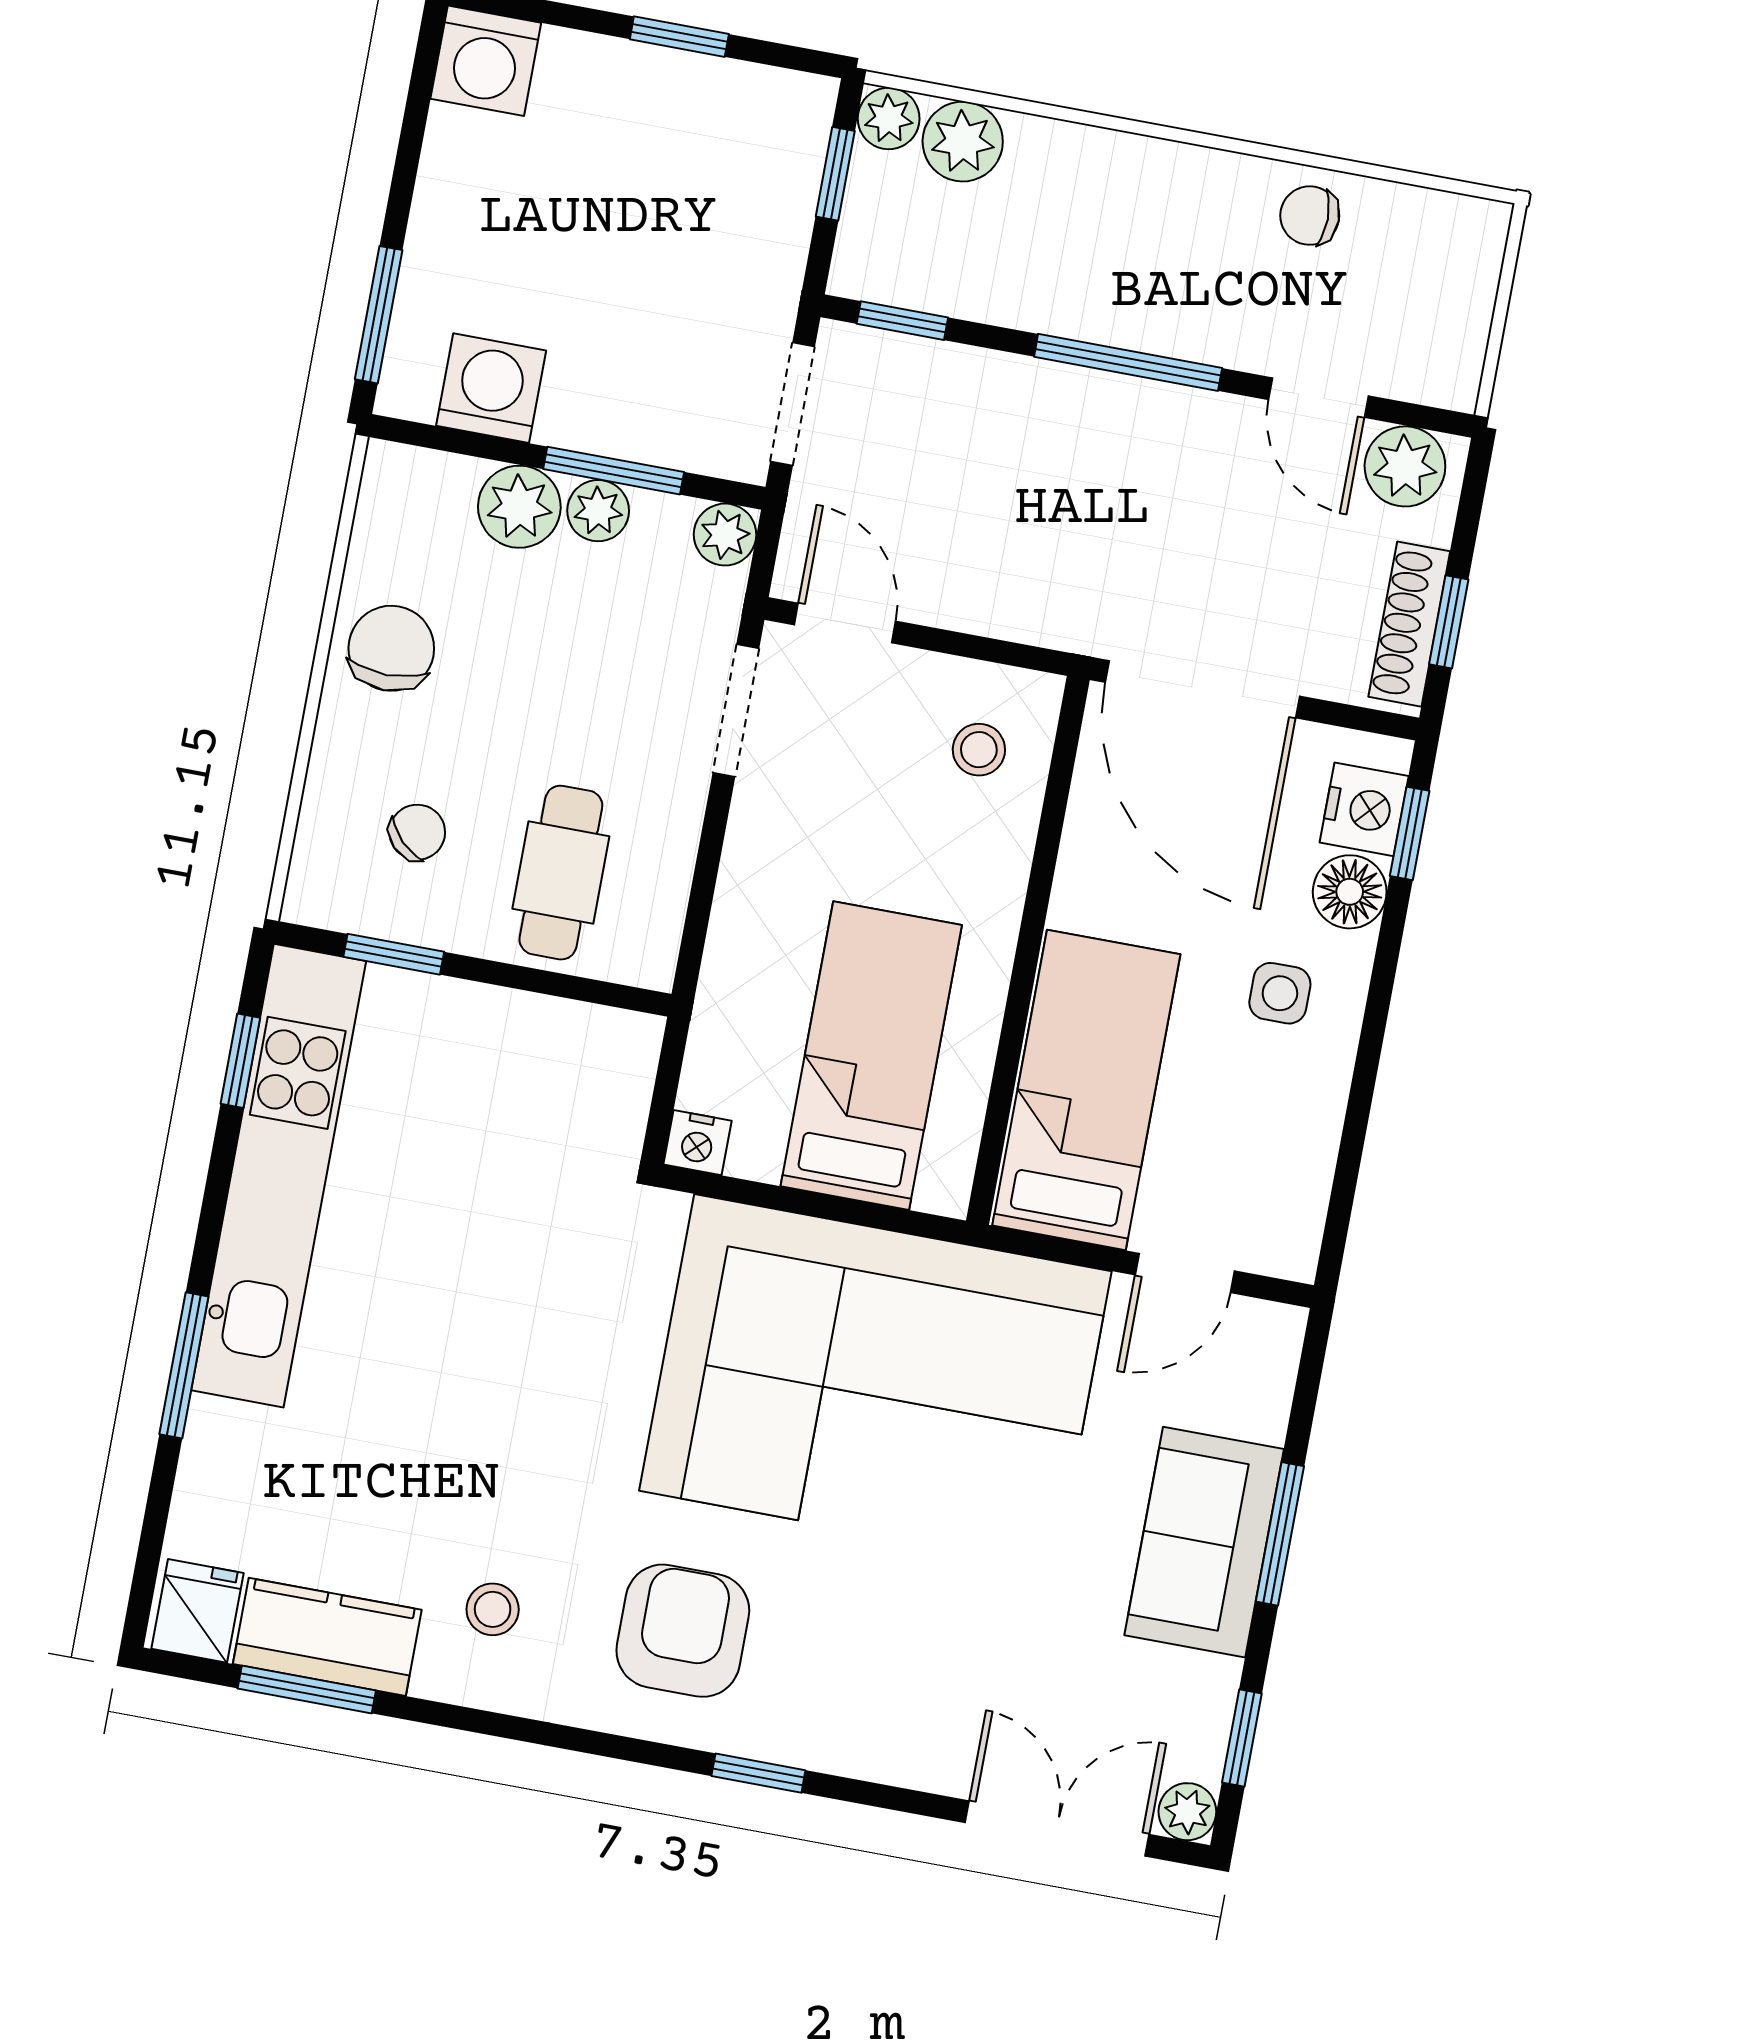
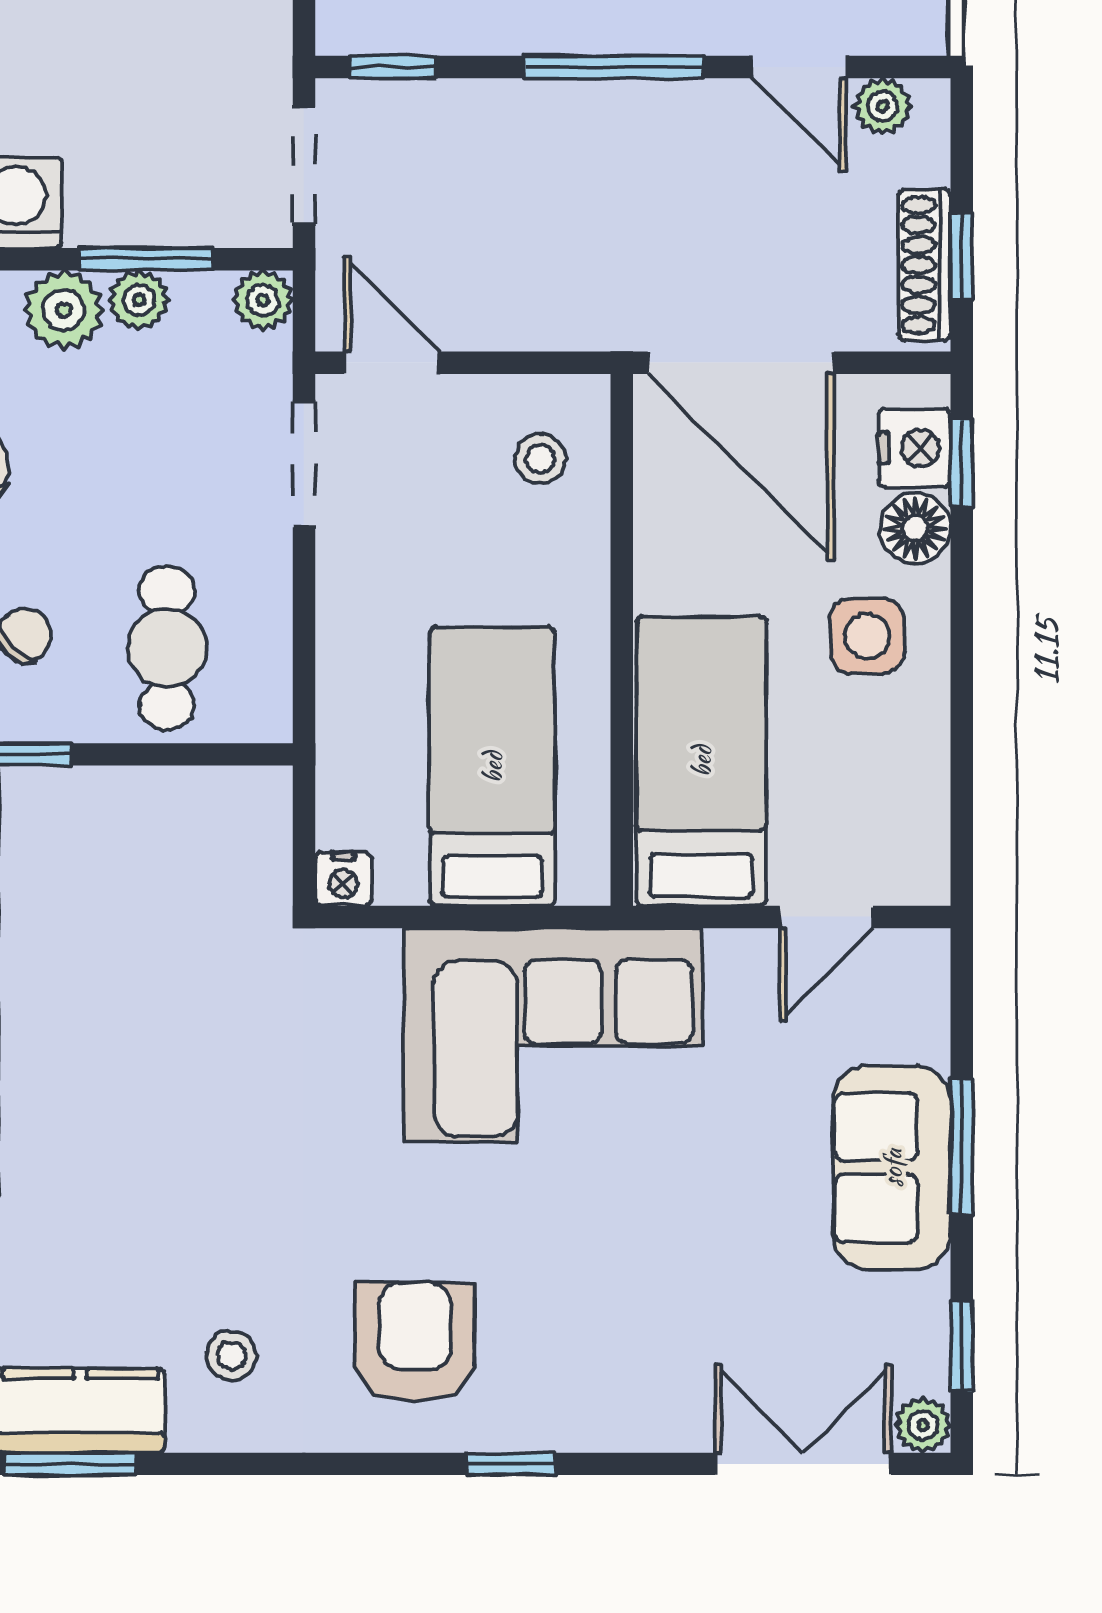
plant: (1405, 466) -> (883, 106), width x0.73, depth x0.73
side table: (1280, 993) -> (867, 636), width x1.37, depth x1.37
corner sofa: (875, 1381) -> (553, 1035), width x0.73, depth x0.74

